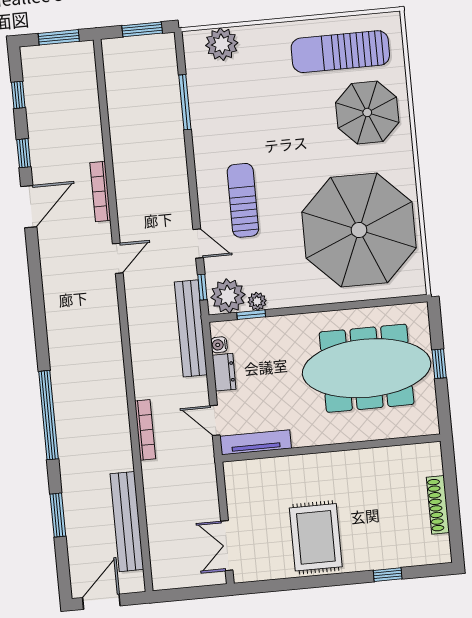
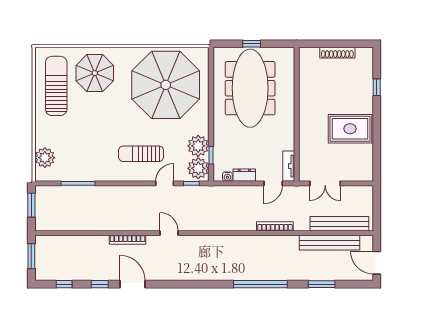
sun lounger: (340, 52) -> (56, 86), turned 180
plant: (257, 301) -> (198, 146), width x1.88, depth x1.88
bench: (191, 328) -> (339, 224), moved
tv unit: (256, 442) -> (289, 166), width x0.71
double door: (227, 546) -> (325, 183), moved

